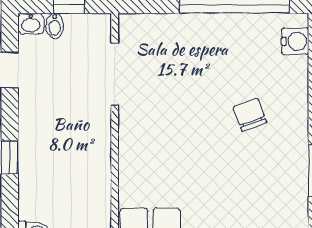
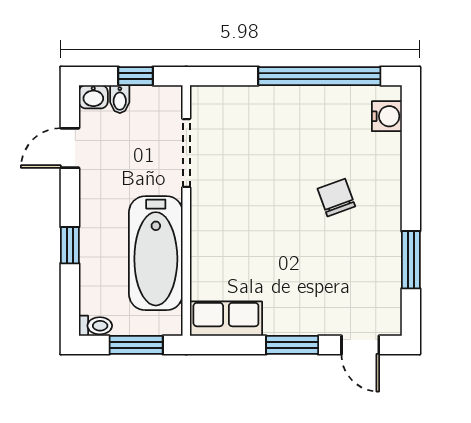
bathtub: (87, 165) -> (156, 253), added

